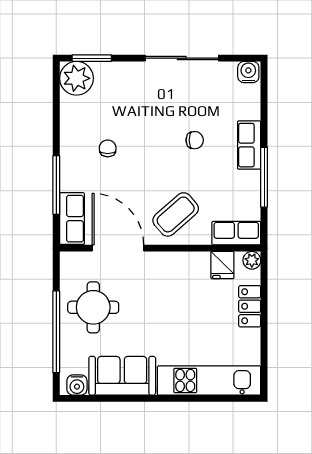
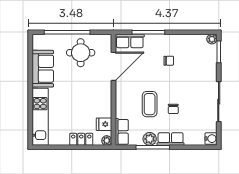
plant: (76, 78) -> (212, 39), width x0.53, depth x0.53
plant: (249, 183) -> (150, 139), added
coffee table: (176, 214) -> (150, 104), moved, turned 41
water cooler: (77, 385) -> (38, 44), removed

